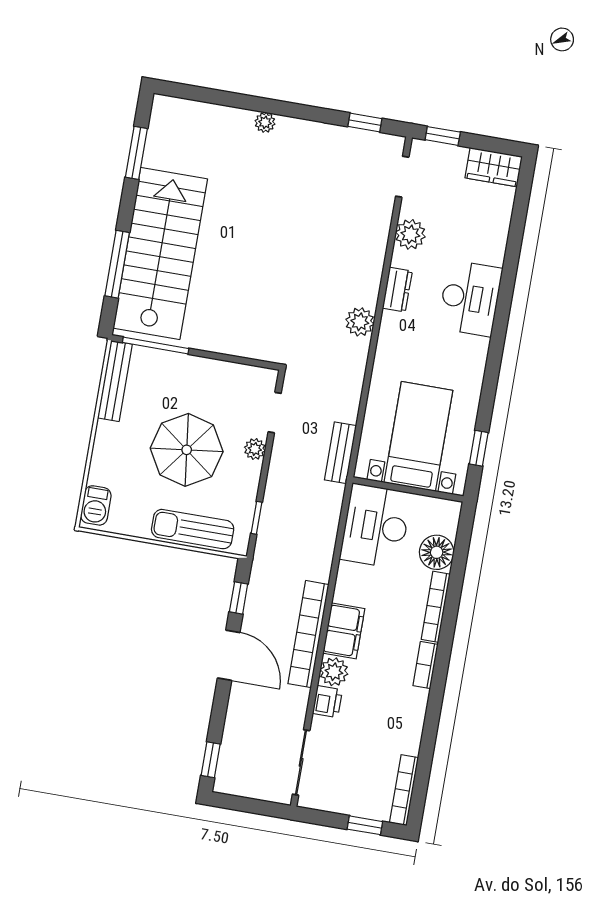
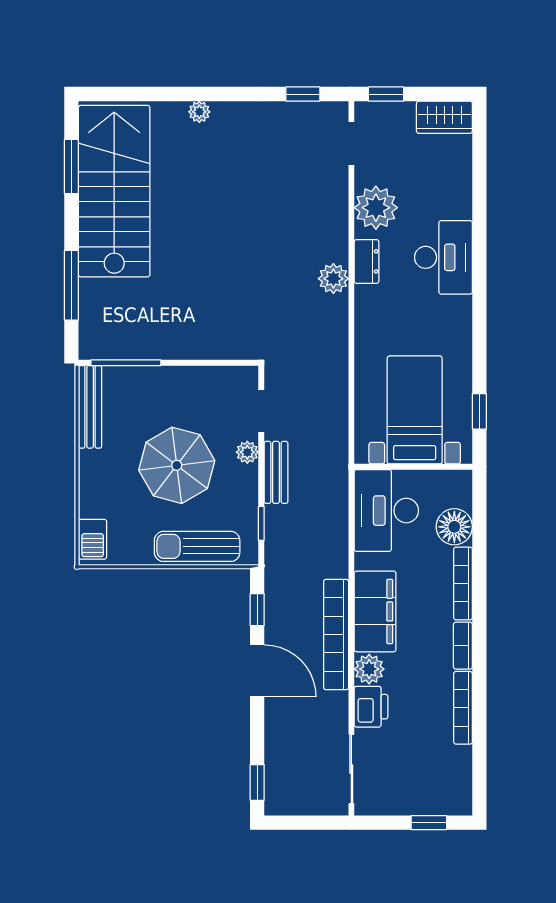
plant: (410, 234) -> (376, 208), width x1.36, depth x1.36
stairs: (160, 253) -> (114, 191), moved
plant: (360, 322) -> (333, 279), moved
bench: (340, 453) -> (276, 472), moved
filing cabinet: (344, 631) -> (375, 611), width x1.50, depth x1.17
printer: (327, 702) -> (371, 707), width x1.36, depth x1.24
bookcase: (404, 790) -> (463, 708), moved

